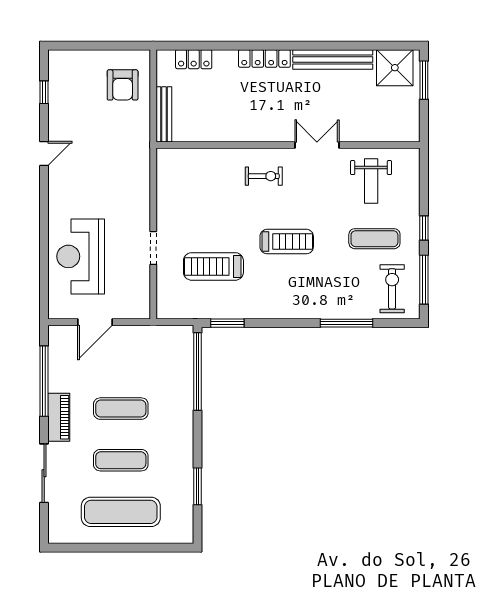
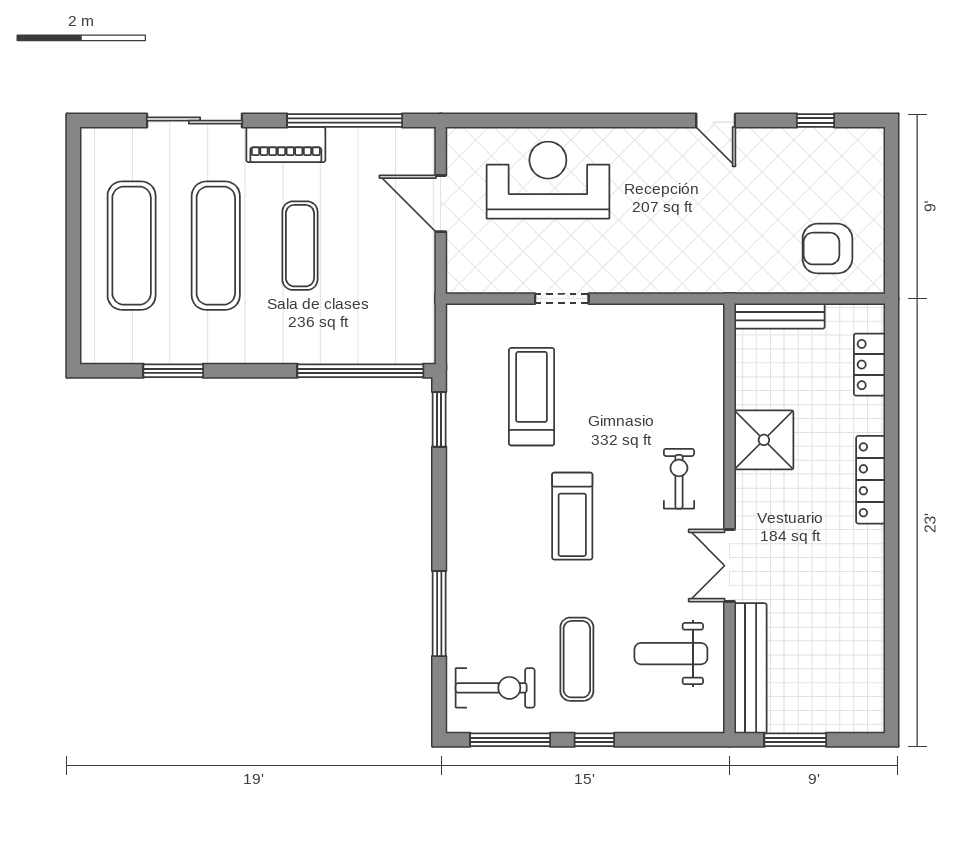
bench: (333, 59) -> (751, 668), moved
shower: (395, 68) -> (764, 440), moved
window: (424, 80) -> (795, 740), moved
double door: (317, 145) -> (730, 566), swing flipped
exercise bike: (264, 176) -> (679, 479), turned 180
exercise mat: (121, 460) -> (216, 246), width x1.36, depth x1.45

